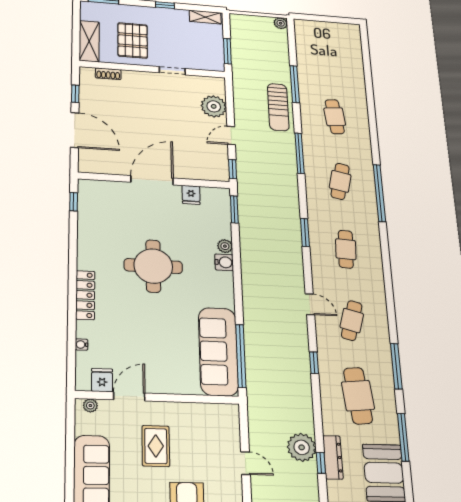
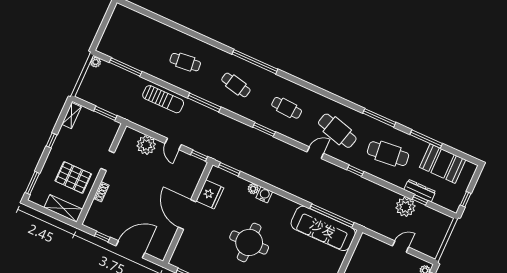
shoe rack: (108, 74) -> (101, 192), moved
window: (295, 84) -> (126, 67), moved
fridge: (191, 195) -> (210, 194), width x1.88, depth x1.34
cafe table: (352, 321) -> (337, 131), width x1.37, depth x1.35

